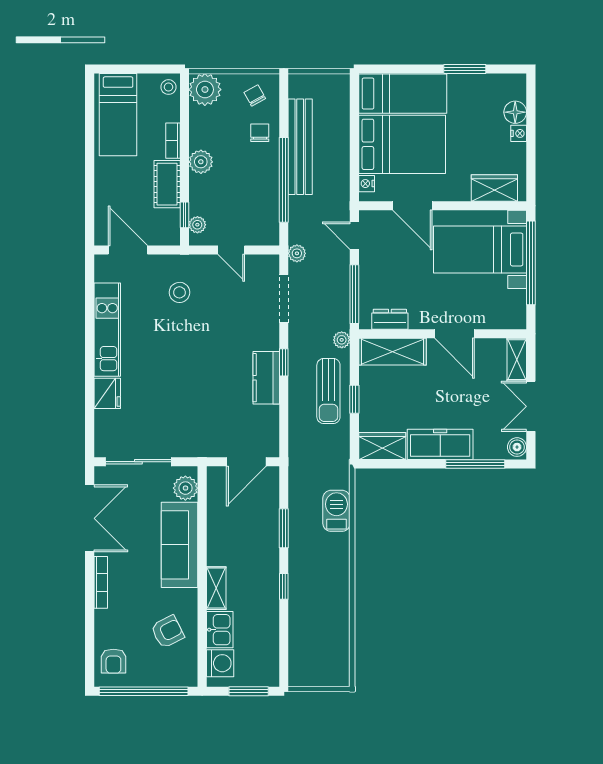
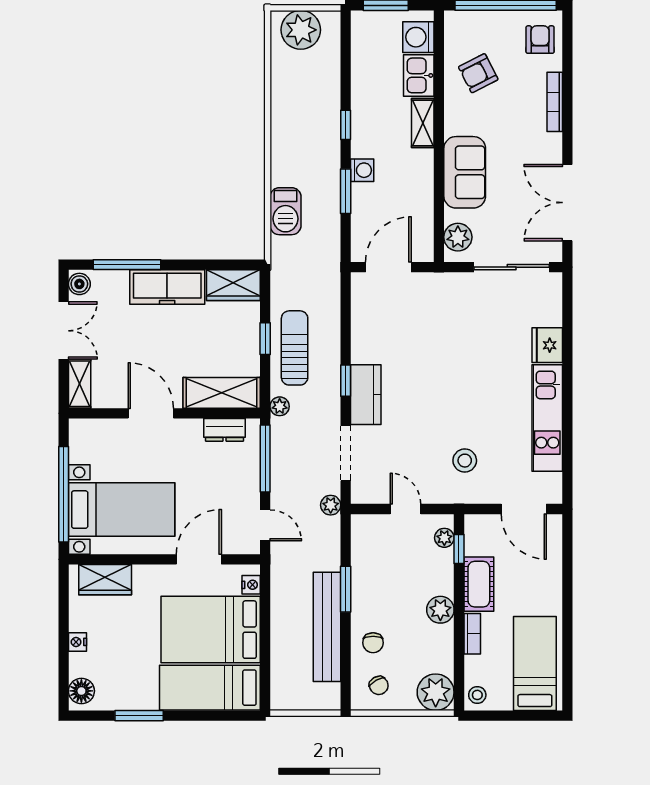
floor lamp: (515, 112) -> (81, 691), moved
window: (284, 180) -> (346, 589), width x0.47
door: (412, 206) -> (199, 559), hinge flipped
kitchen counter: (266, 378) -> (366, 395), moved
sofa: (180, 545) -> (465, 172), width x0.73
washing machine: (269, 547) -> (362, 170), added
bookcase: (101, 582) -> (555, 102), moved
plant: (323, 670) -> (301, 30), added

